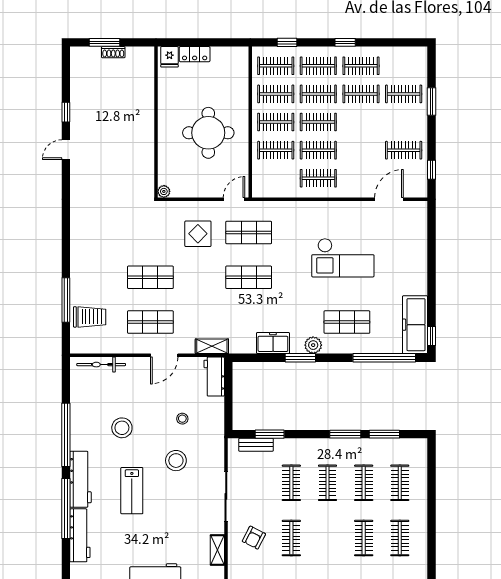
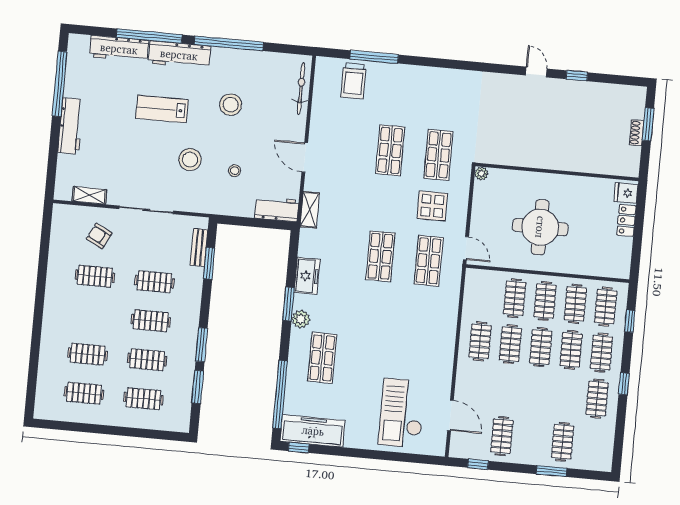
clothes rail: (361, 94) -> (567, 396), removed
checkout: (343, 258) -> (402, 413), moved
shop shelf: (150, 322) -> (438, 155), moved

